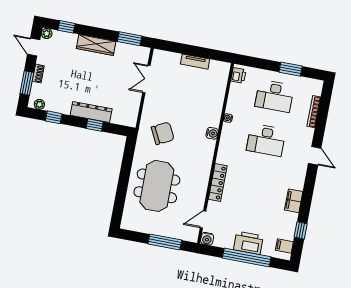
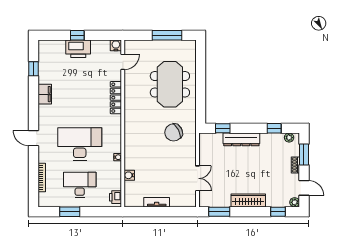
window: (95, 125) -> (223, 128), moved
water cooler: (212, 133) -> (129, 175), moved
desk: (266, 140) -> (80, 144), width x1.36, depth x1.30
window: (165, 242) -> (167, 35), moved
filing cabinet: (284, 246) -> (45, 52), removed
window: (247, 257) -> (77, 35), width x0.32

